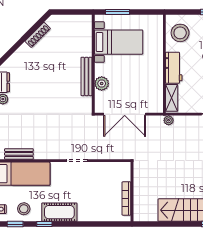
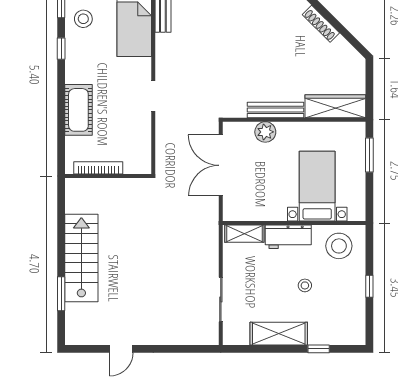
shoe rack: (38, 35) -> (321, 24), moved
wardrobe: (84, 35) -> (335, 106), added
bed with nightstands: (119, 42) -> (317, 186), moved, turned 180
plant: (169, 120) -> (212, 229), removed
cot: (59, 212) -> (78, 110), moved

